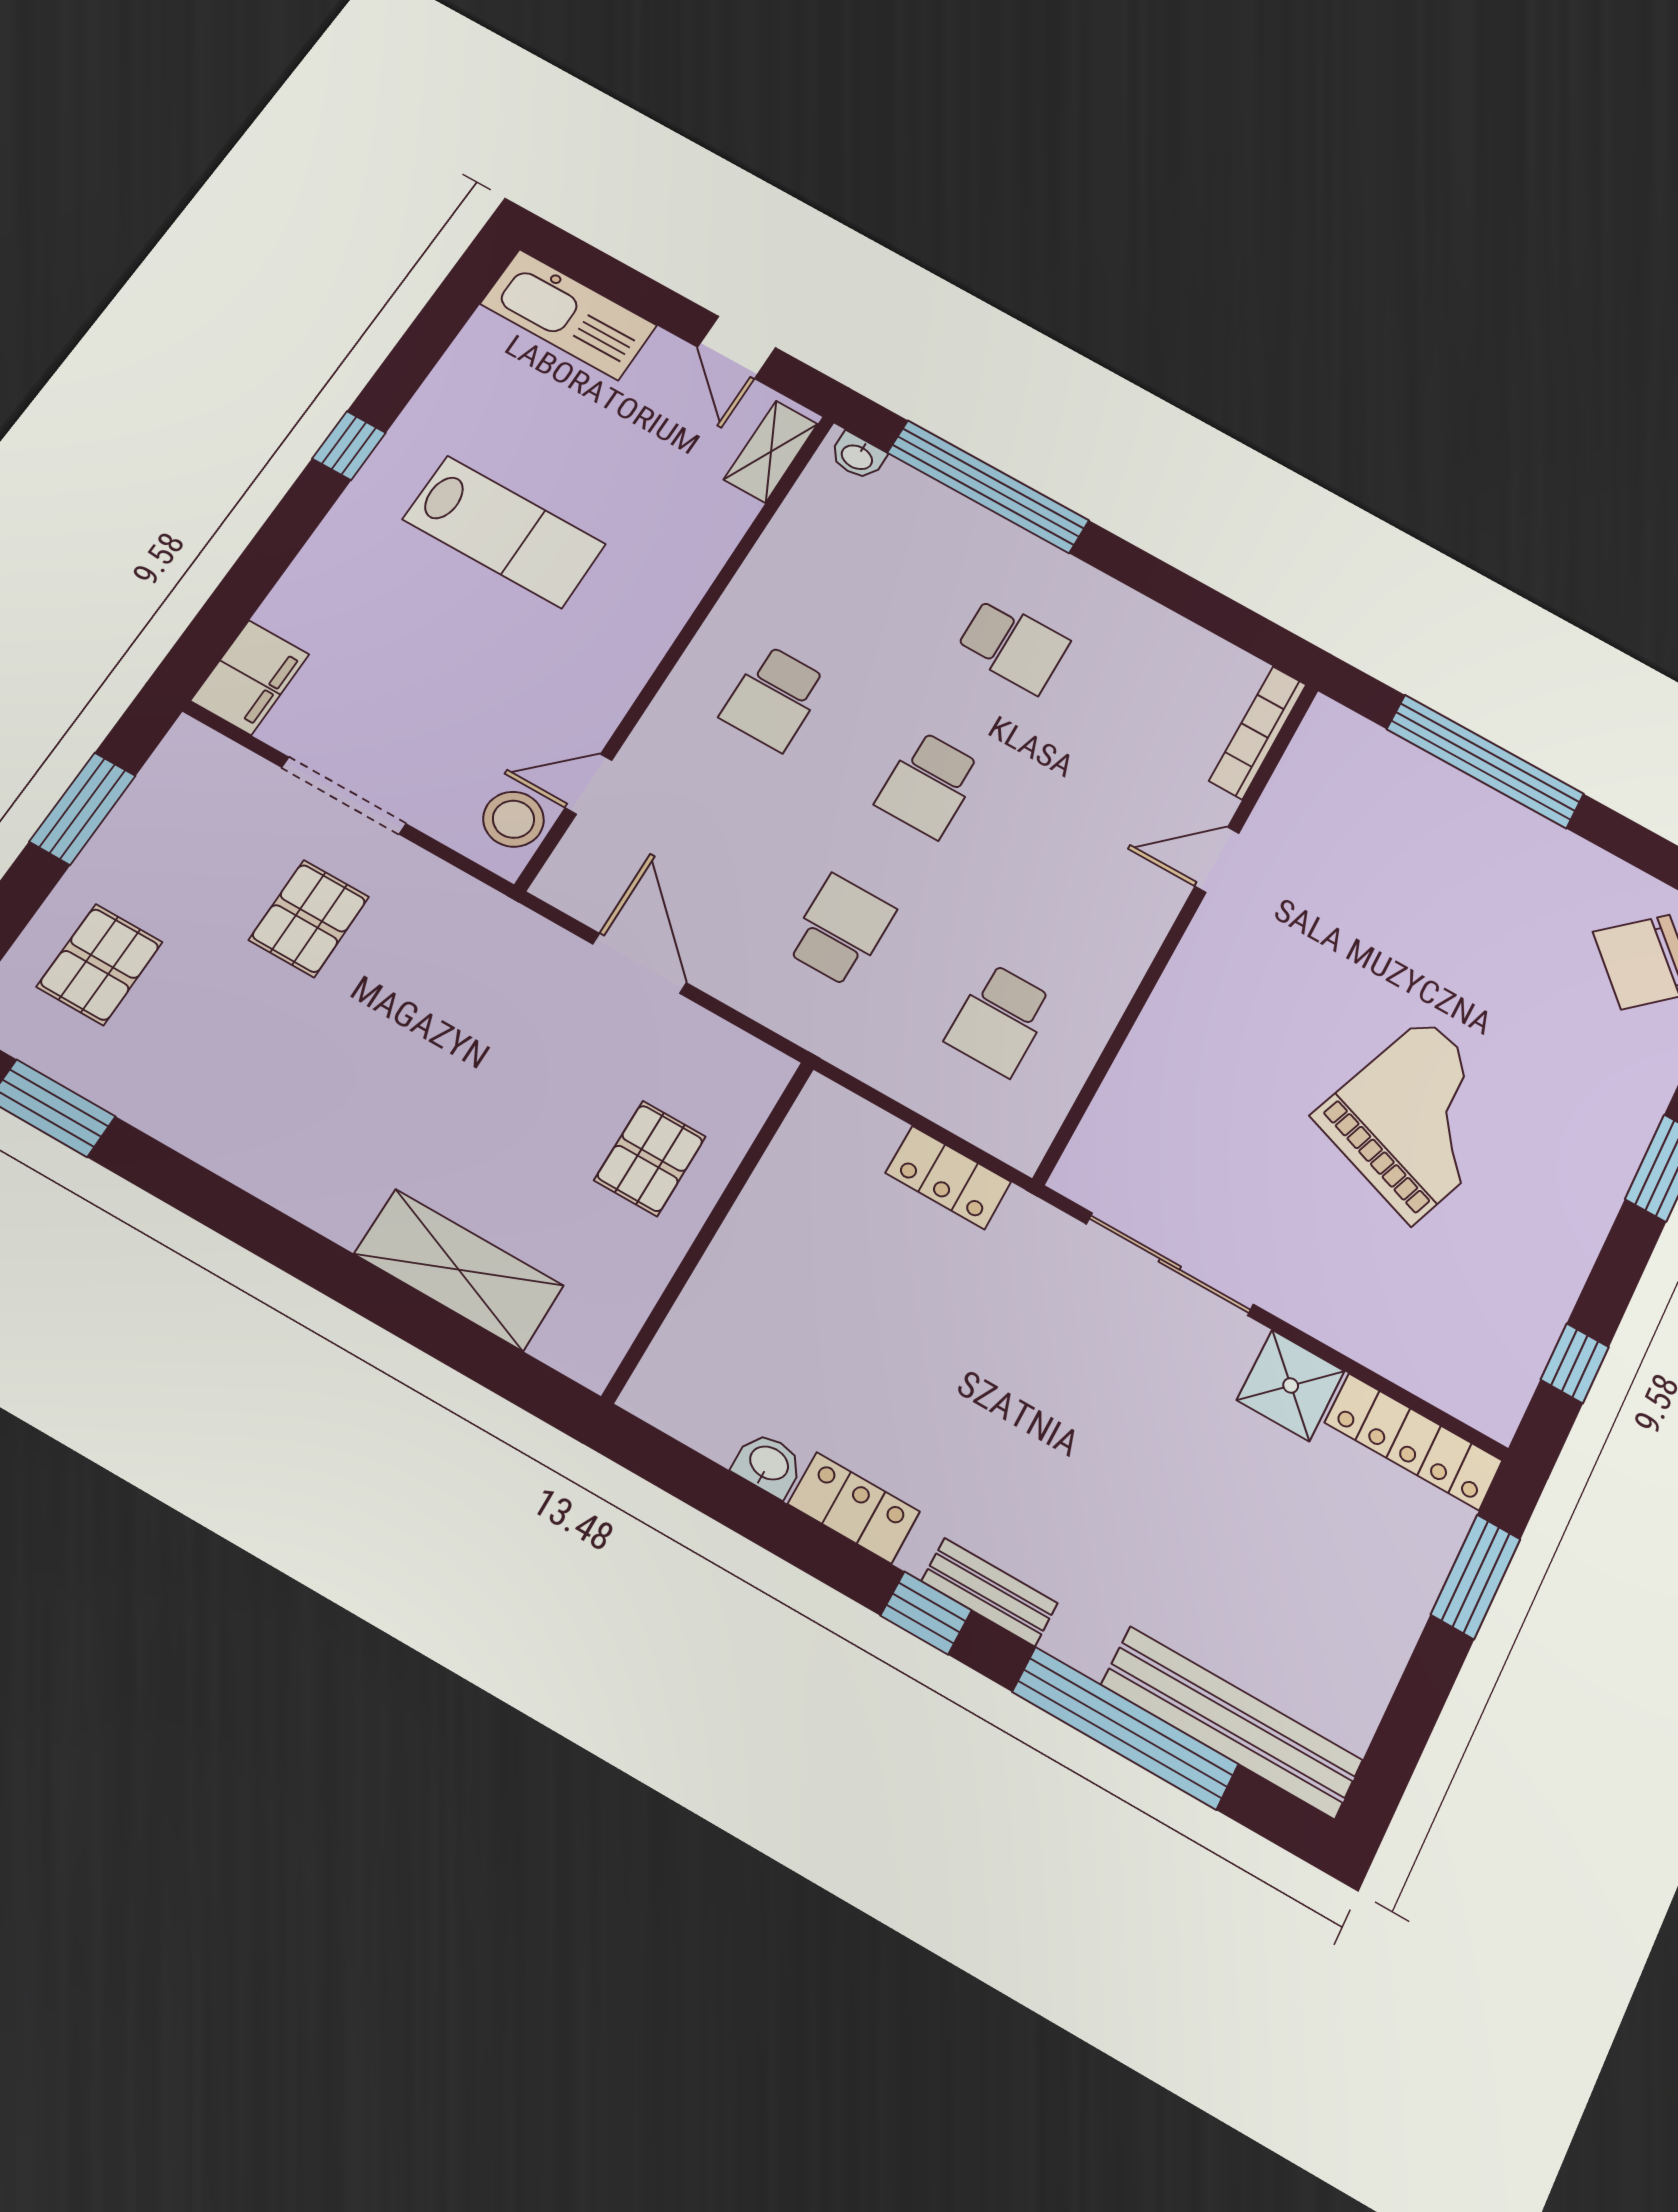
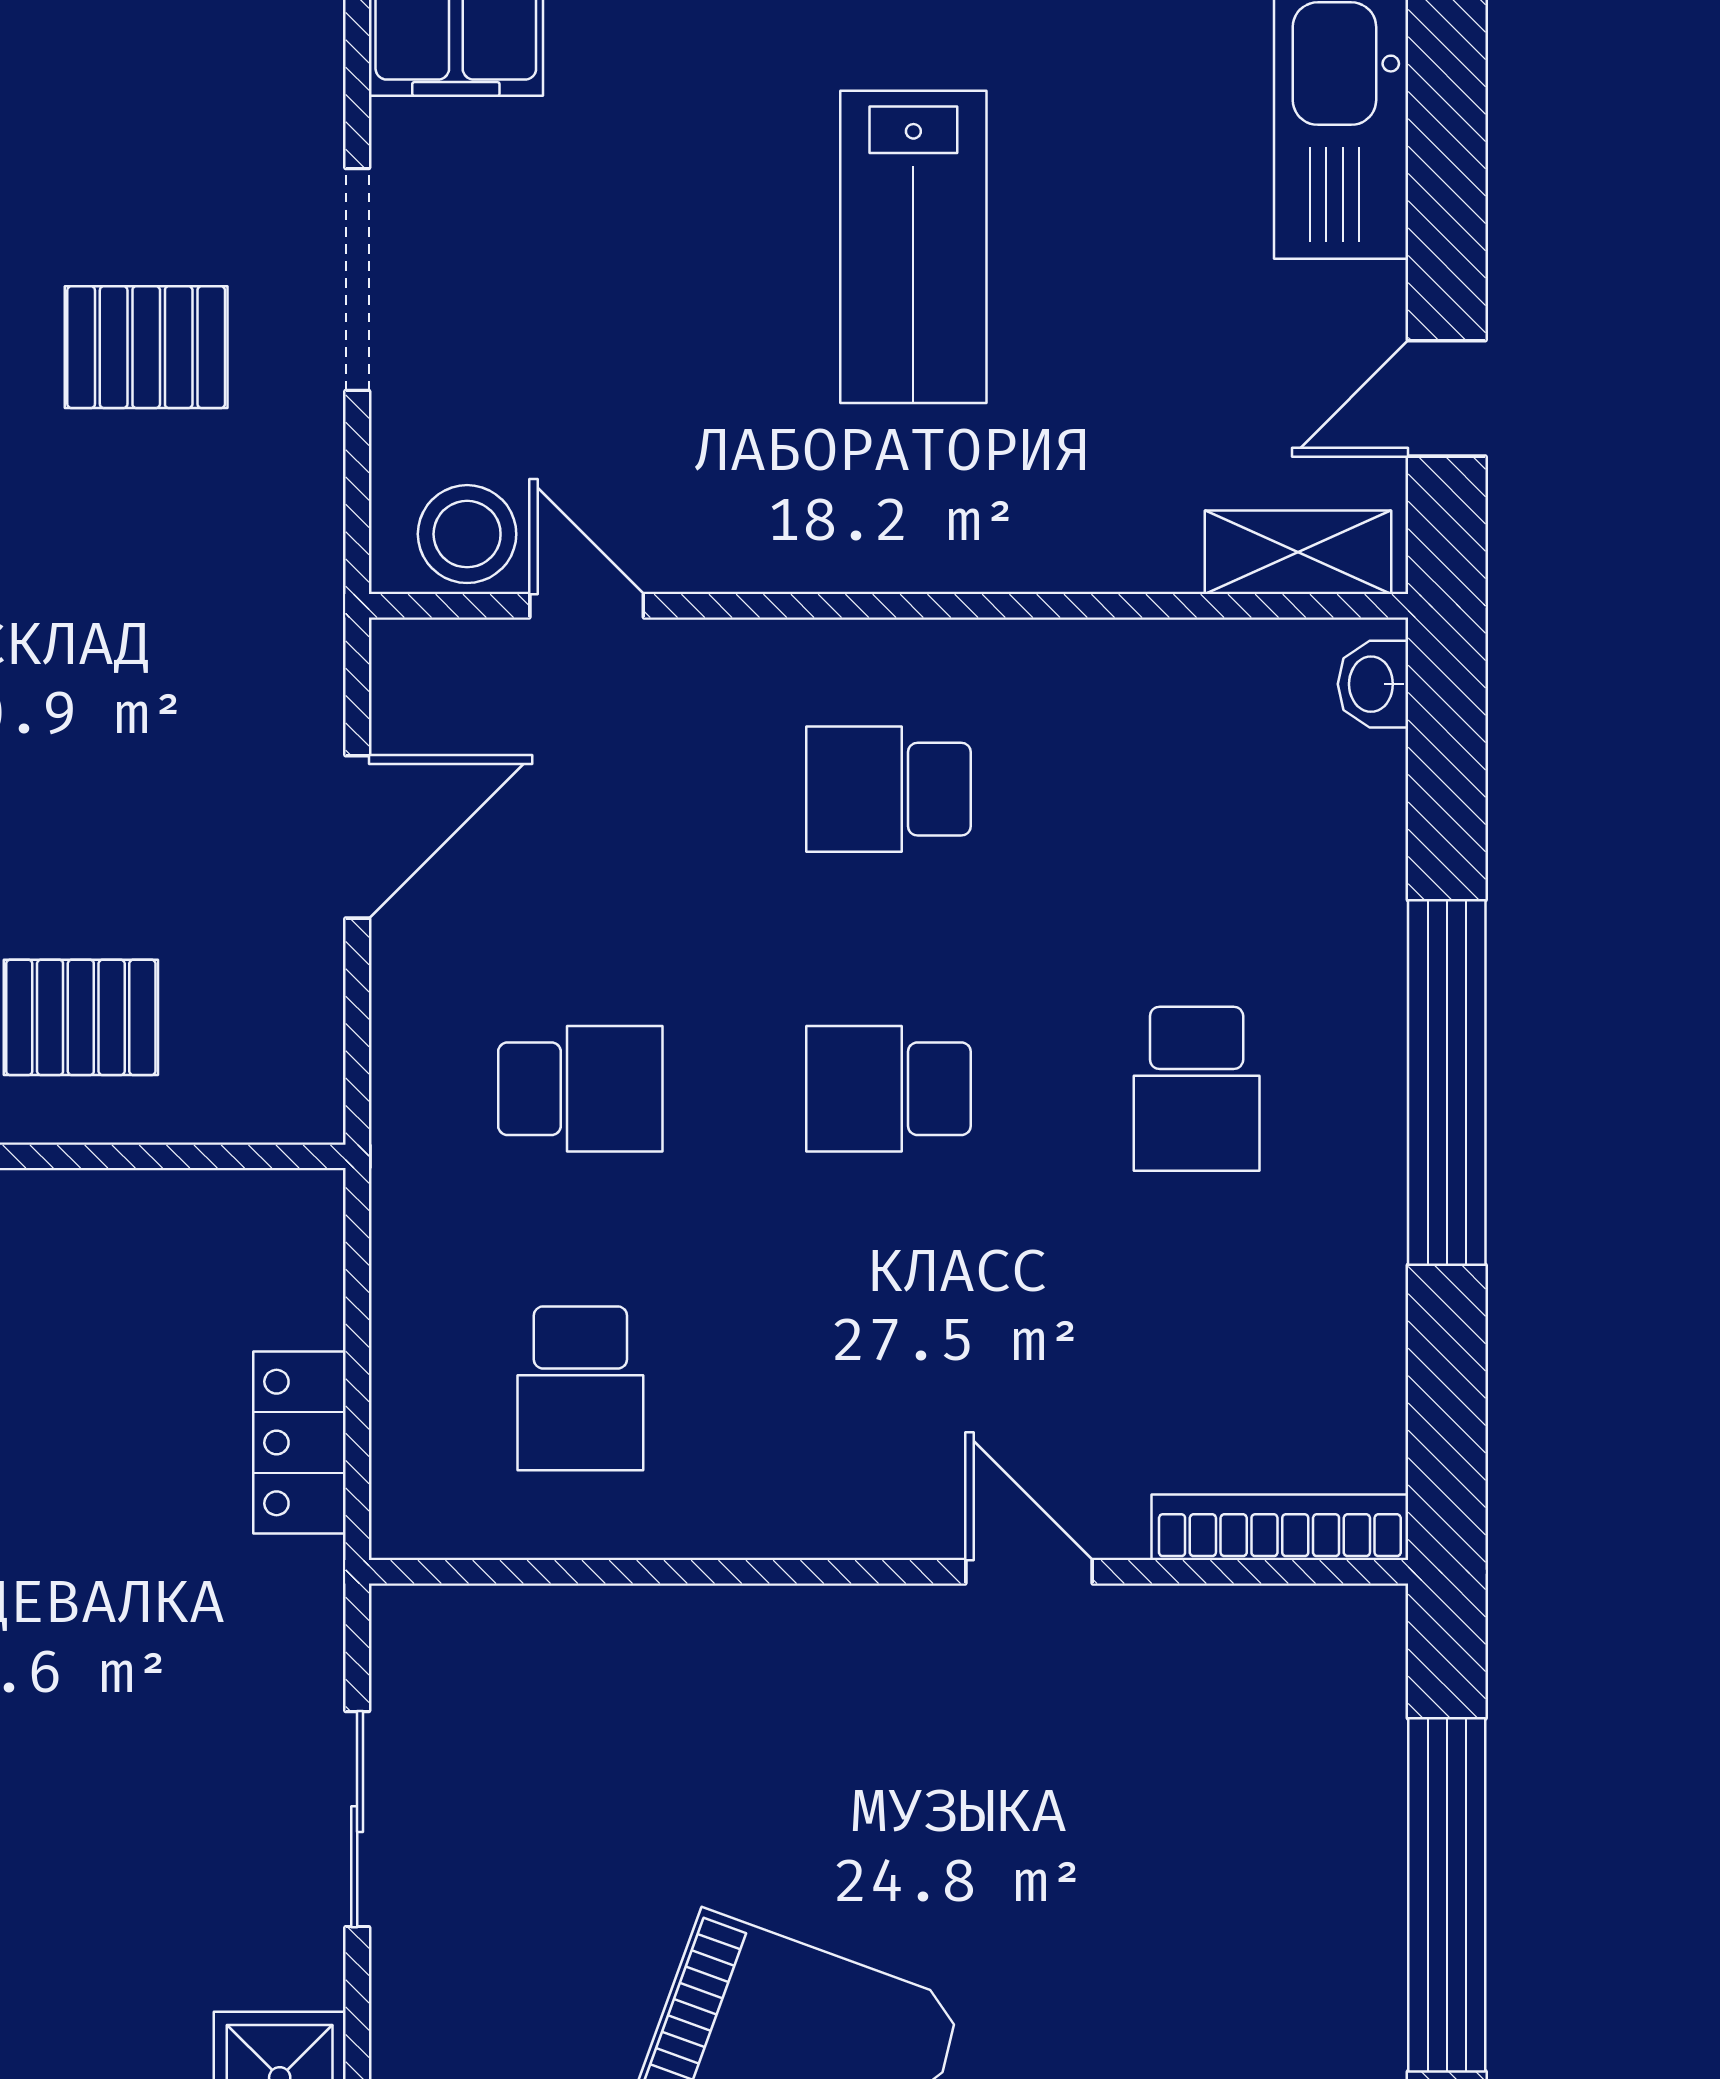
window: (988, 487) -> (1447, 1083), moved
school desk: (1000, 1020) -> (580, 1388), turned -90
sliding door: (1170, 1264) -> (357, 1819), width x0.73

